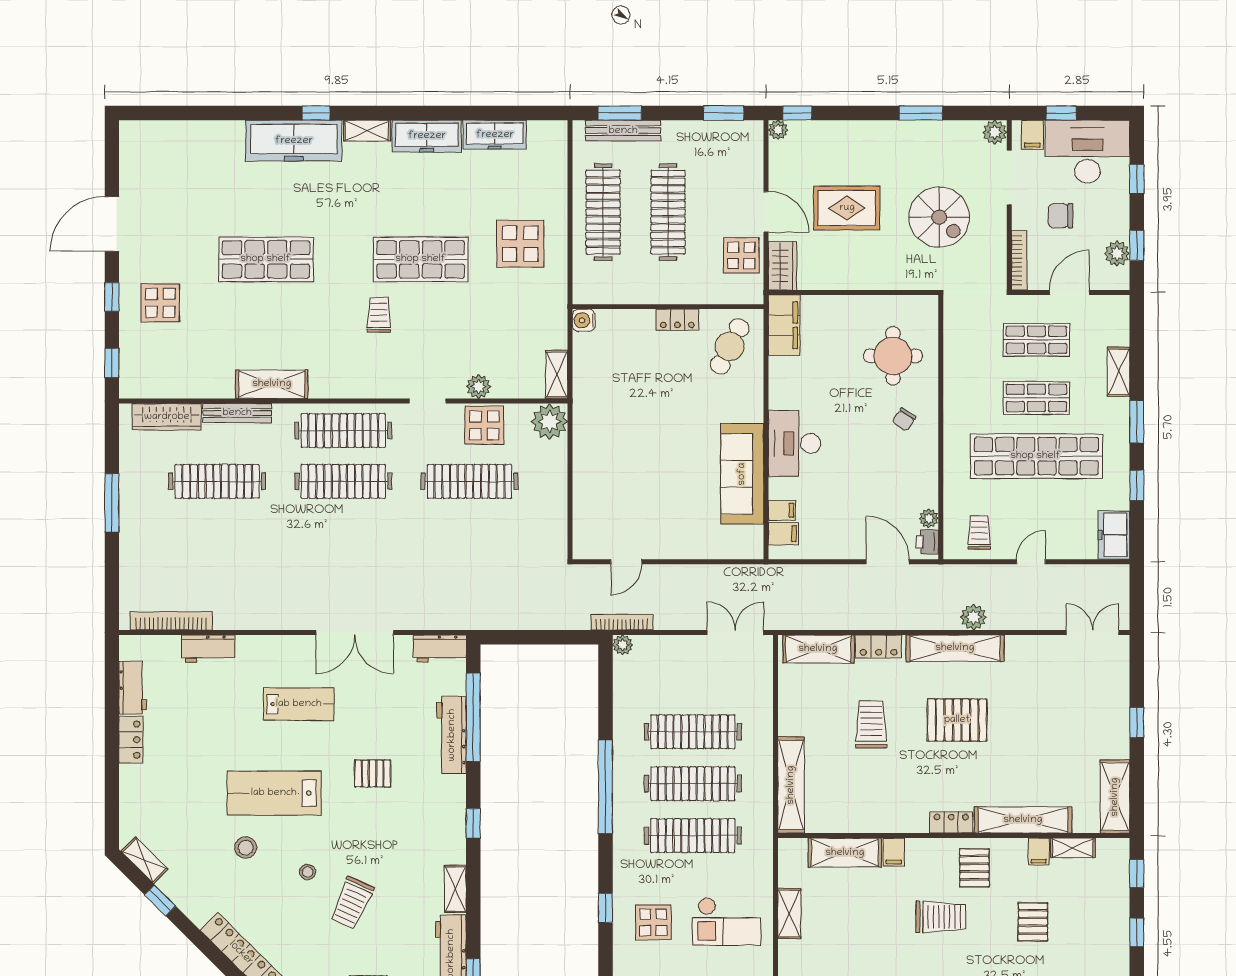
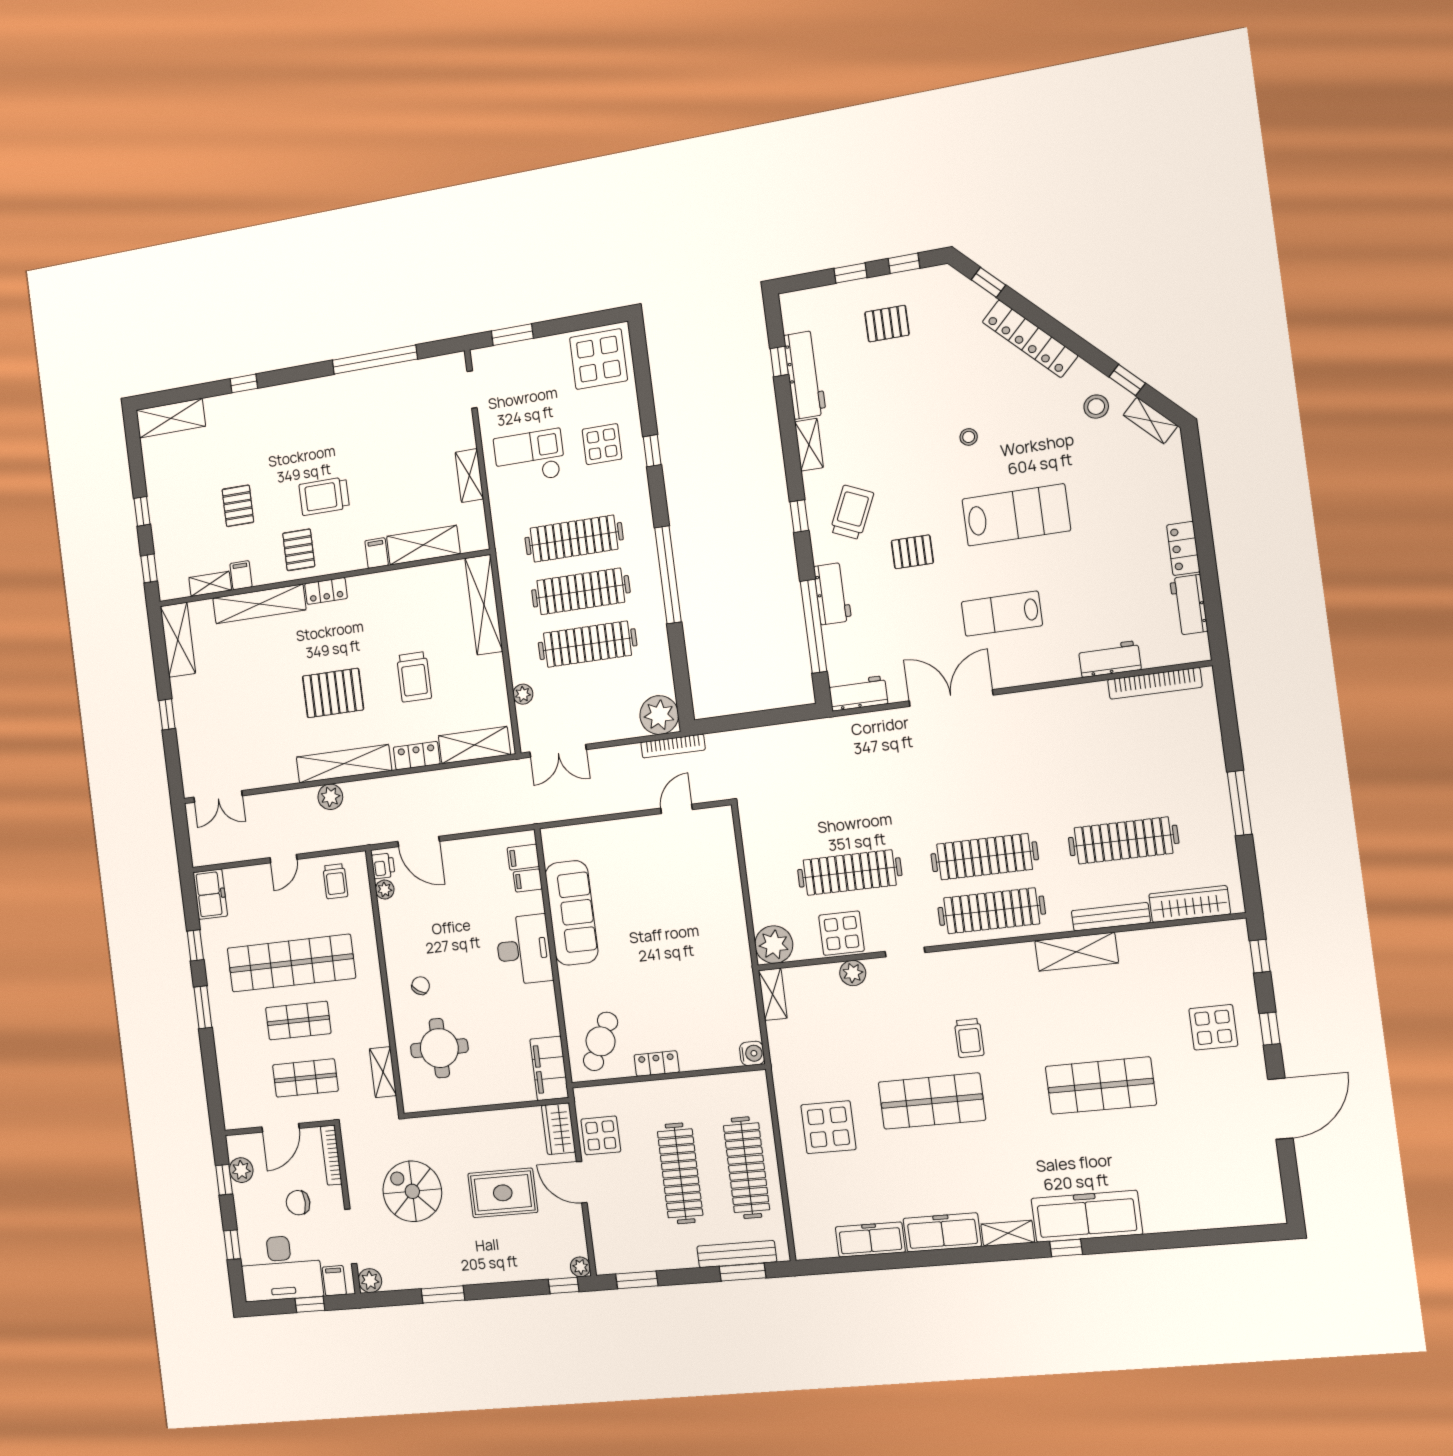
chair: (1061, 216) -> (298, 1203), turned 180
shelving: (1119, 372) -> (383, 1072), moved
plant: (623, 645) -> (659, 715), width x1.87, depth x1.87
plant: (763, 692) -> (523, 694), added
workbench: (452, 735) -> (832, 594), width x0.73
stool: (246, 848) -> (1096, 407), moved
trolley: (352, 903) -> (852, 512), moved

